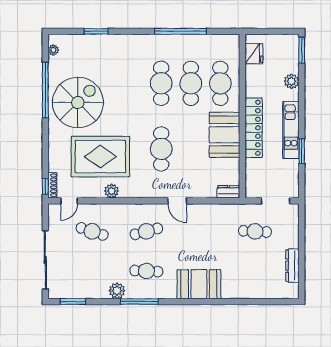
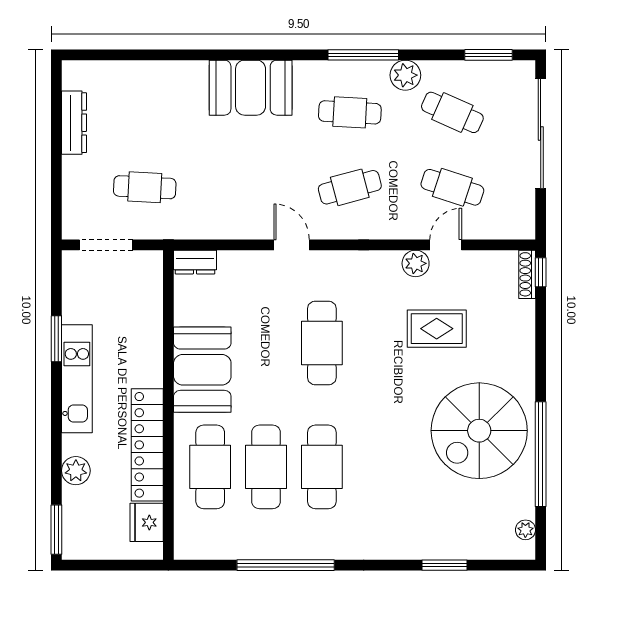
locker: (254, 128) -> (147, 445), moved
rug: (100, 157) -> (437, 329), width x0.54, depth x0.49
door: (69, 201) -> (446, 245), moved
cafe table: (92, 271) -> (452, 112), added

